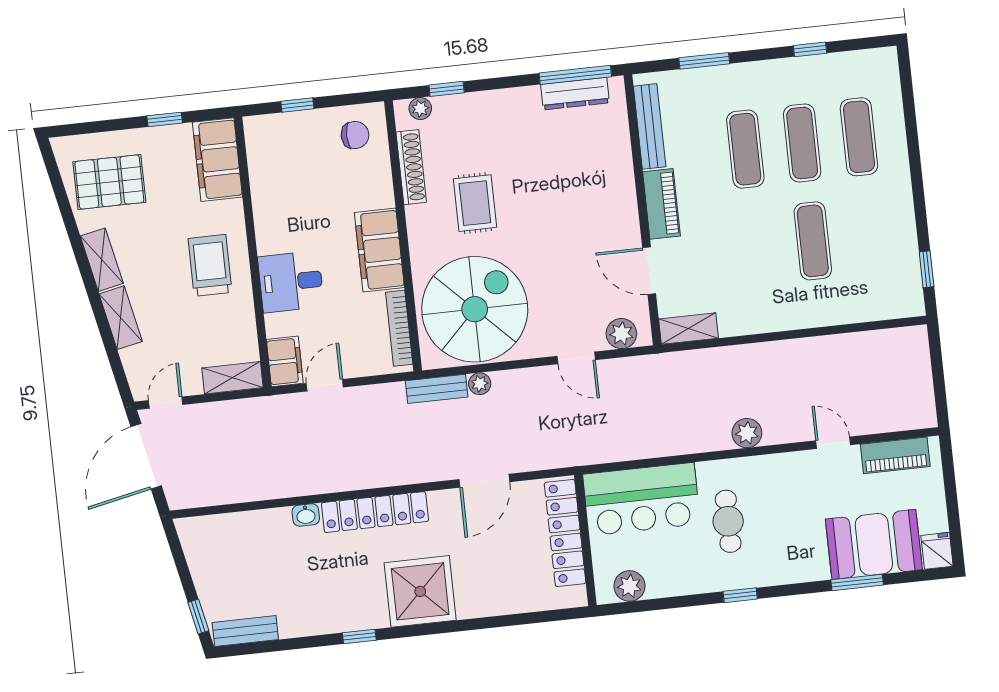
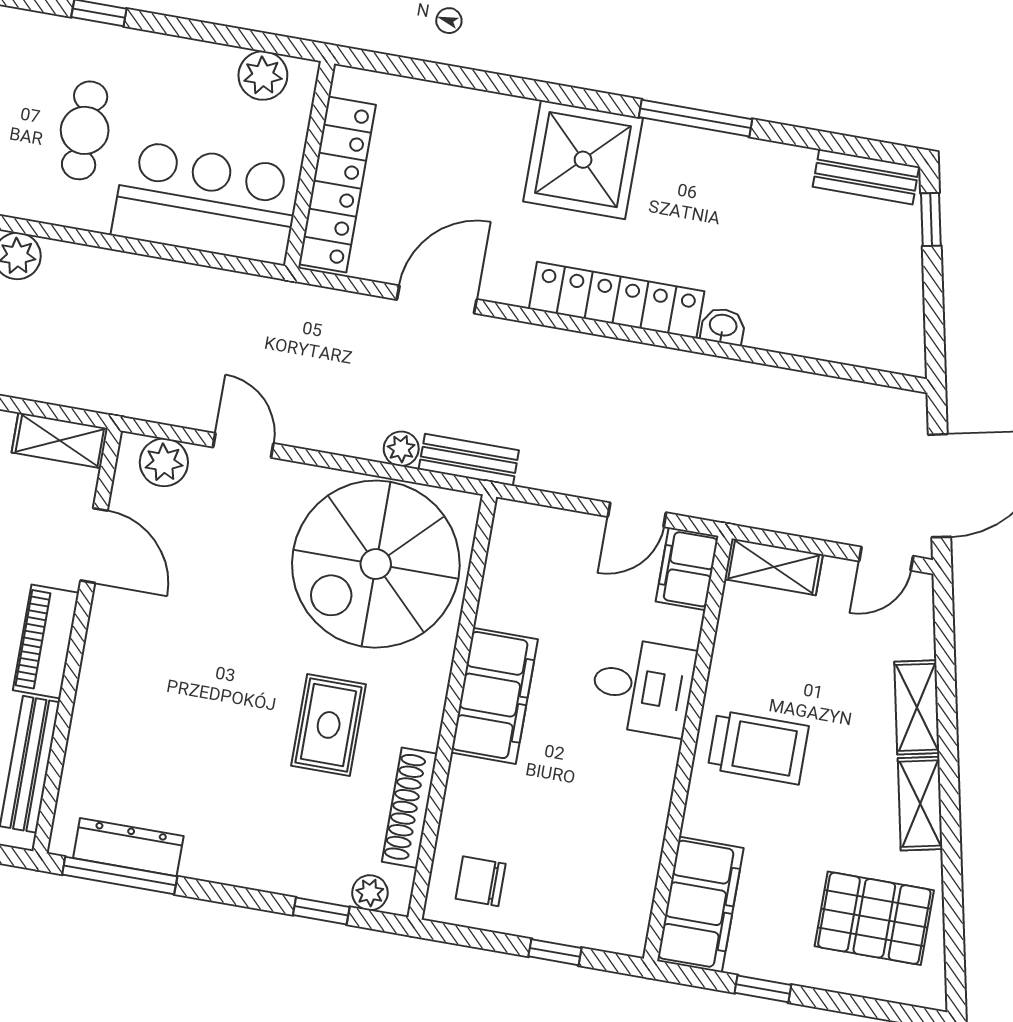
trolley: (210, 265) -> (758, 747), turned -90
bookcase: (399, 328) -> (499, 569), removed
window: (359, 637) -> (696, 118), width x2.17

